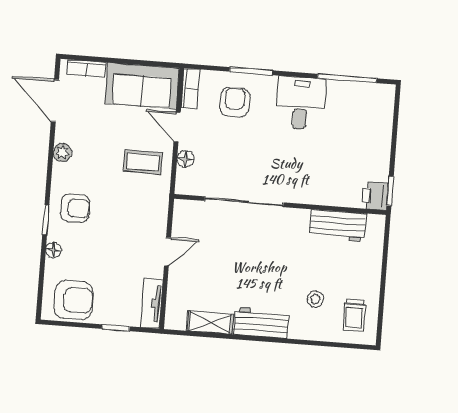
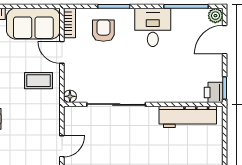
plant: (385, 94) -> (215, 16), added
door: (395, 127) -> (225, 40), added
floor lamp: (185, 159) -> (70, 96), moved
workbench: (338, 226) -> (188, 117), width x1.38

